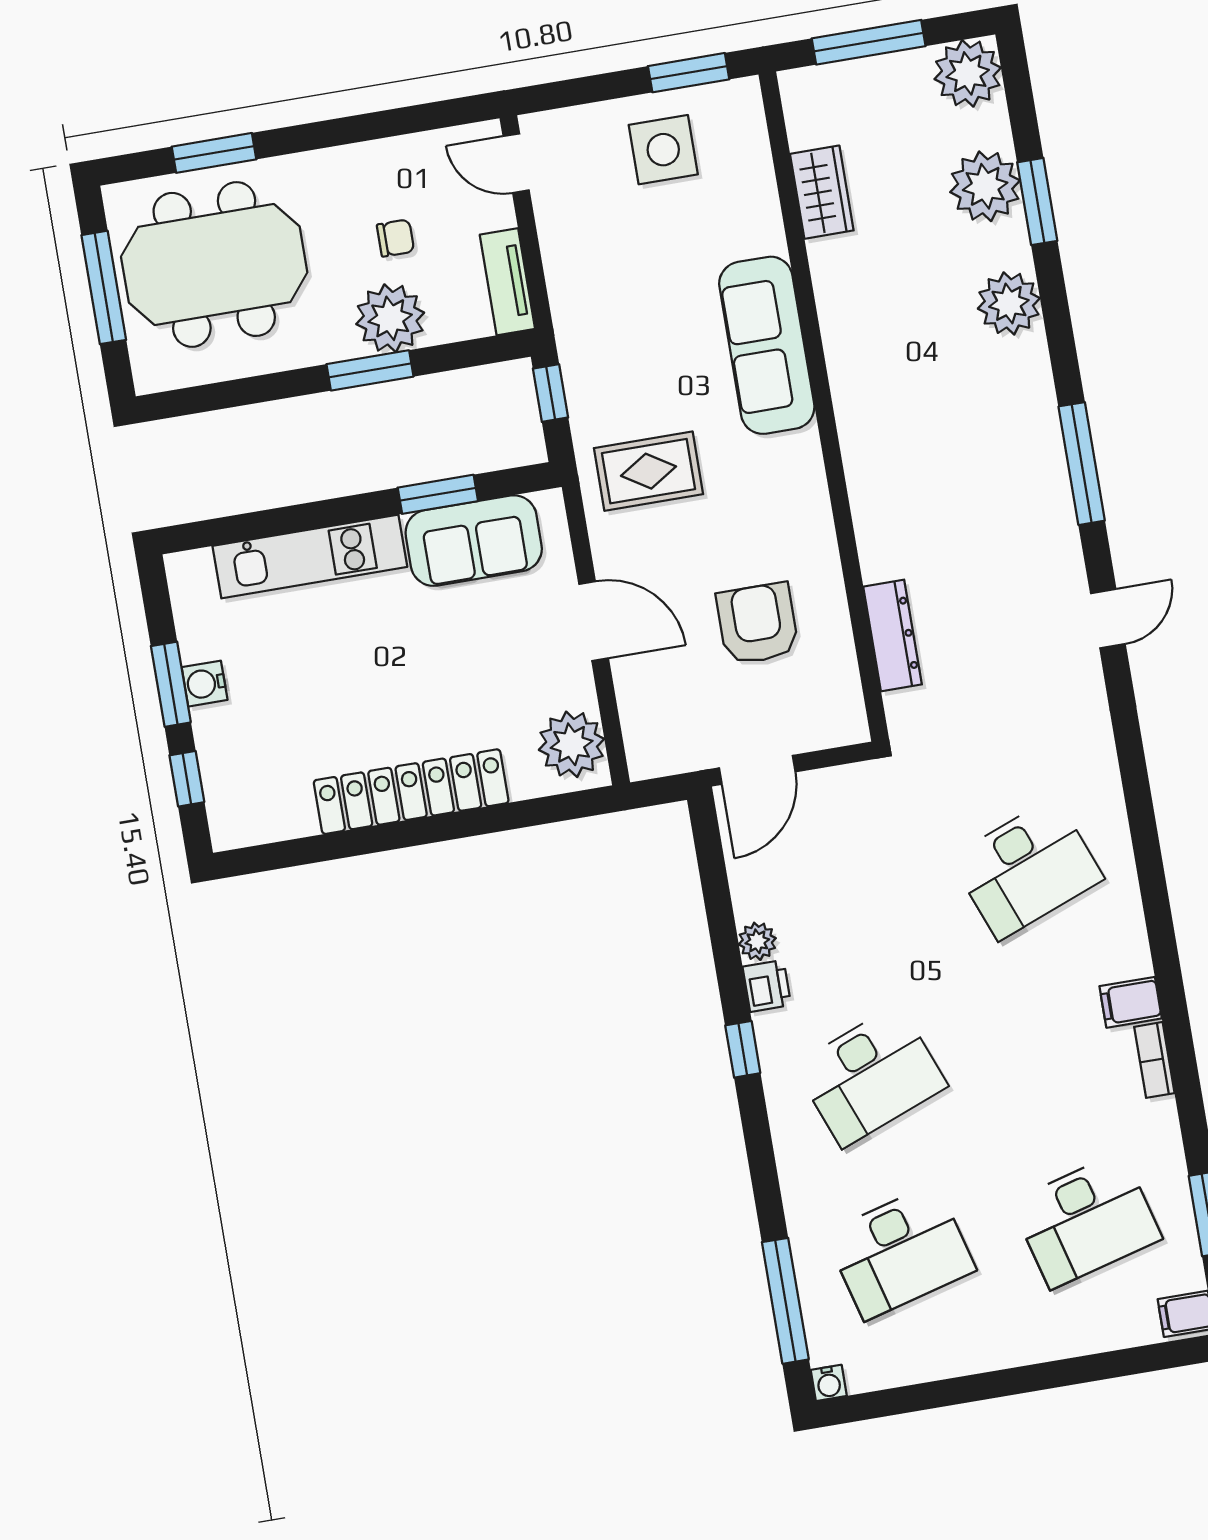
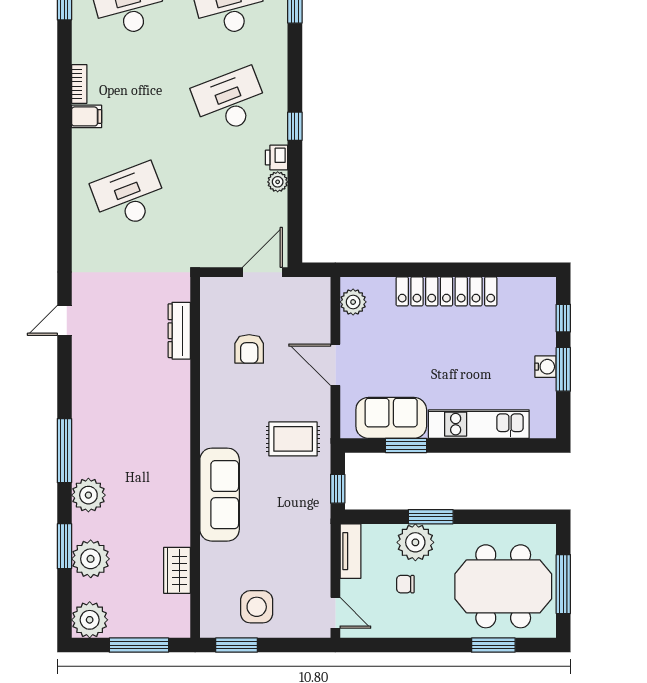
window: (1082, 464) -> (64, 451), moved
armchair: (758, 624) -> (249, 349), width x0.72, depth x0.72
plant: (572, 744) -> (353, 302), width x0.73, depth x0.73

